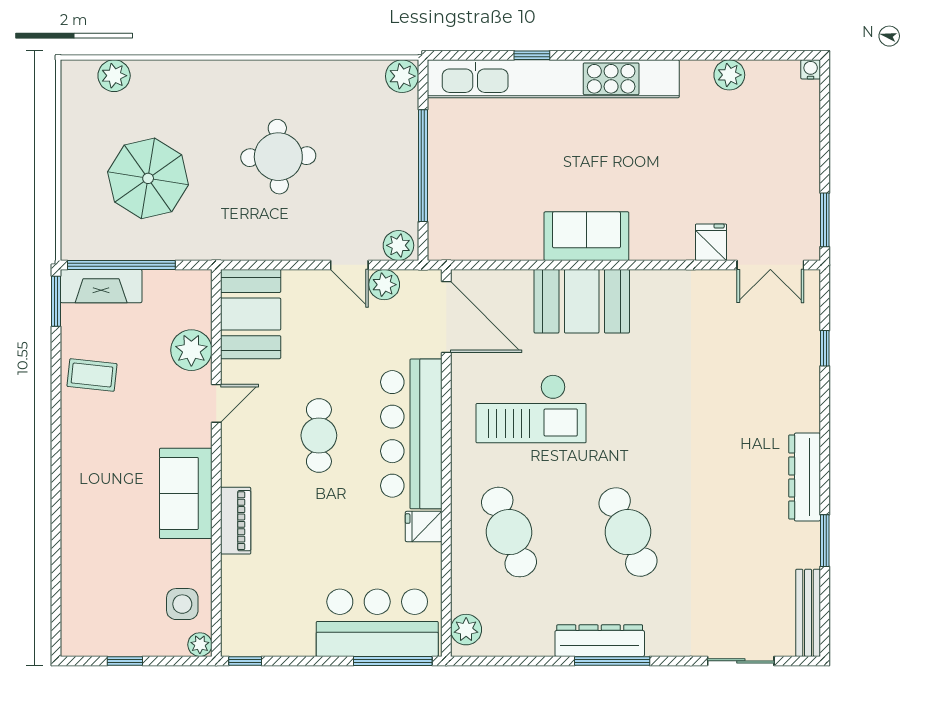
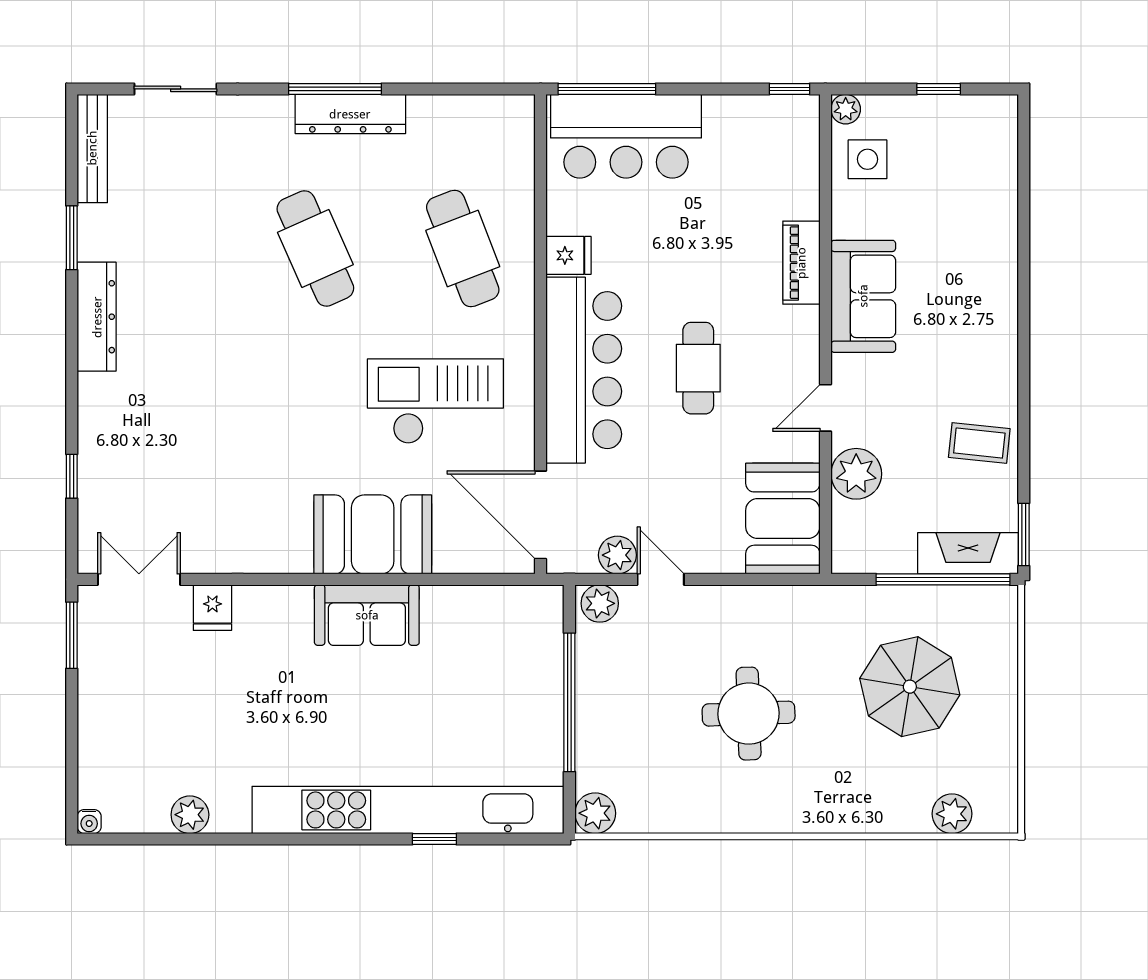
plant: (466, 630) -> (516, 128), removed

